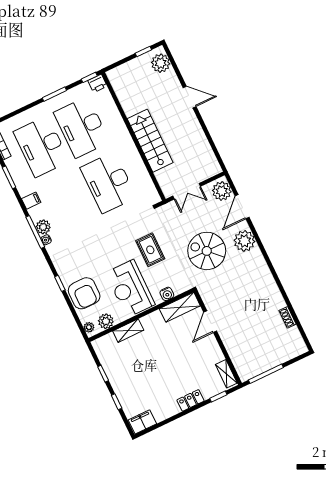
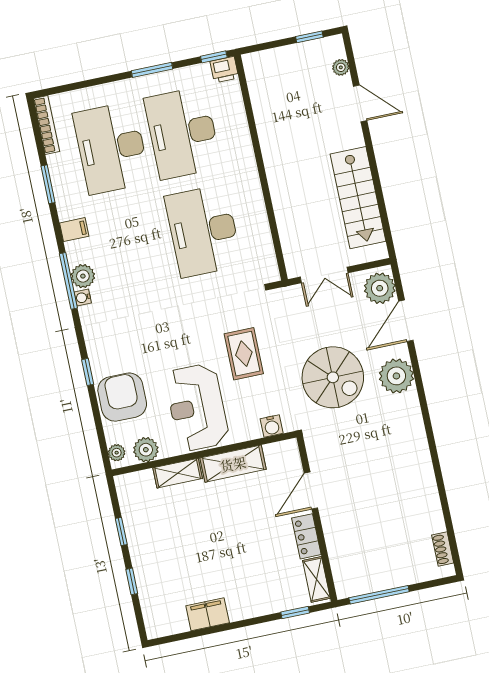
plant: (161, 63) -> (341, 67), width x0.53, depth x0.53
door: (190, 97) -> (360, 103), moved
stairs: (150, 141) -> (358, 198), moved, turned 180
spiral stairs: (207, 251) -> (333, 377), turned 180
armchair: (84, 293) -> (122, 397), turned 180
water cooler: (167, 294) -> (272, 426), moved
shelving: (180, 307) -> (233, 464), moved
shoe rack: (288, 317) -> (443, 549), moved
locker: (191, 400) -> (306, 536), moved, turned -90
filing cabinet: (142, 422) -> (208, 614), moved

